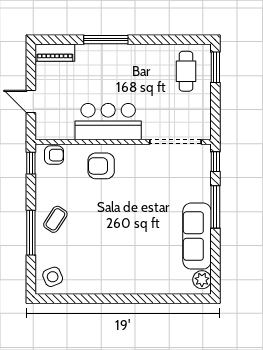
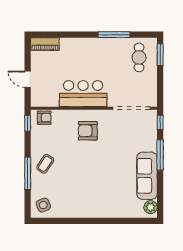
window: (106, 40) -> (114, 35), moved
armchair: (101, 166) -> (88, 131), moved

